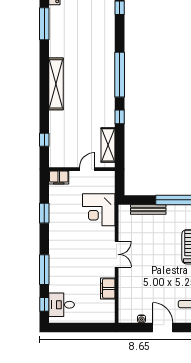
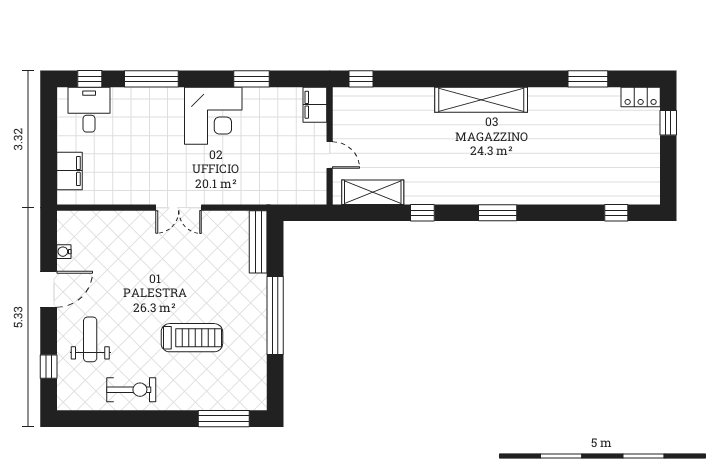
window: (44, 24) -> (588, 79), width x0.69
window: (120, 75) -> (498, 213), width x0.47
window: (44, 140) -> (361, 79), moved
bench: (148, 209) -> (258, 242), moved
corner desk: (99, 210) -> (213, 116), moved, turned 180
filing cabinet: (108, 288) -> (70, 171), moved, turned 90

